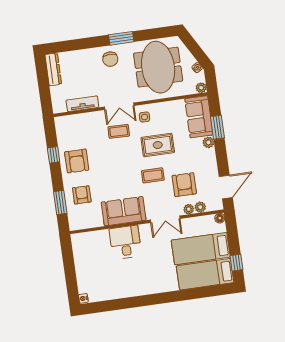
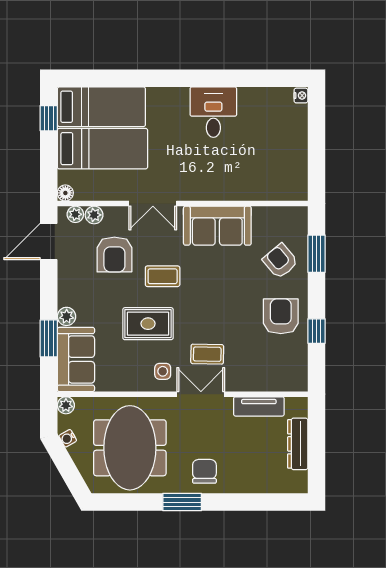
dresser: (53, 69) -> (298, 444), moved
armchair: (82, 195) -> (280, 261), turned 140
plant: (189, 209) -> (75, 214), moved
double door: (165, 219) -> (153, 204), swing flipped
desk: (125, 242) -> (213, 112), moved, turned 180

